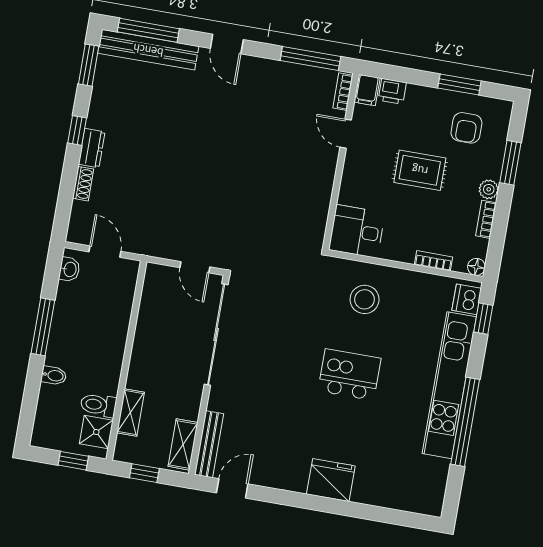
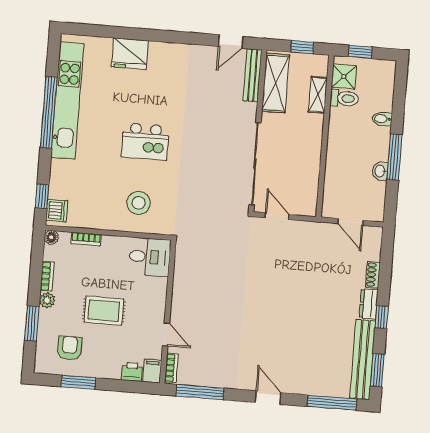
bench: (148, 50) -> (363, 360), moved, turned 90
washbasin: (70, 269) -> (380, 171), moved
kitchen unit: (449, 385) -> (67, 100), moved
shelving: (183, 444) -> (276, 83), width x1.50, depth x1.33
fridge: (331, 480) -> (130, 54), moved

